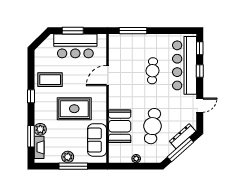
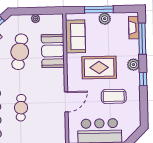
coffee table: (50, 80) -> (114, 96), moved
plant: (40, 129) -> (133, 65), moved
window: (31, 136) -> (142, 39), width x1.44

